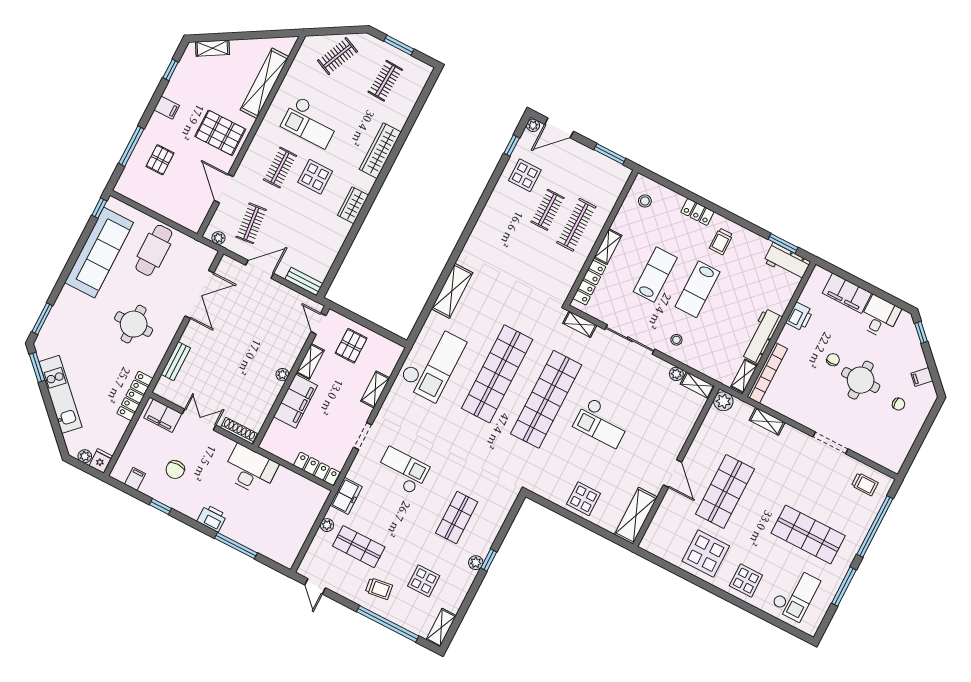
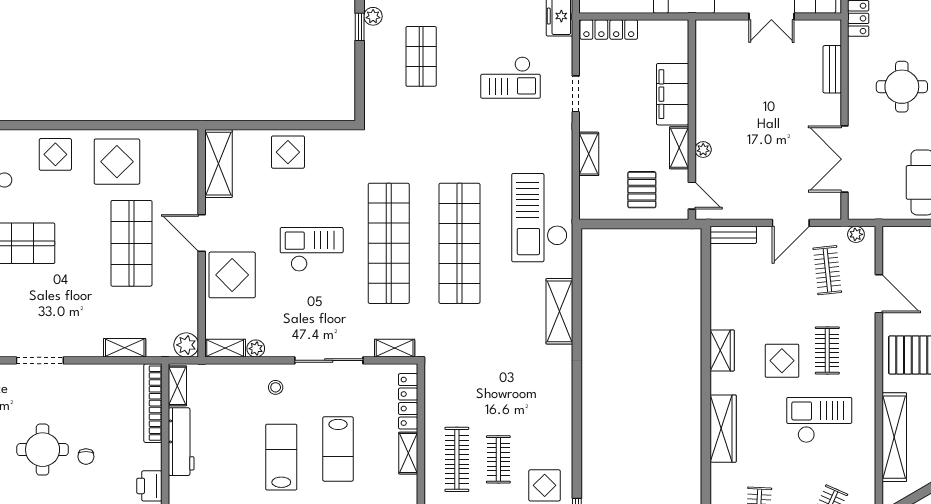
plant: (282, 375) -> (703, 150), moved
shoe rack: (239, 431) -> (720, 27), removed
display table: (666, 433) -> (232, 275), added

